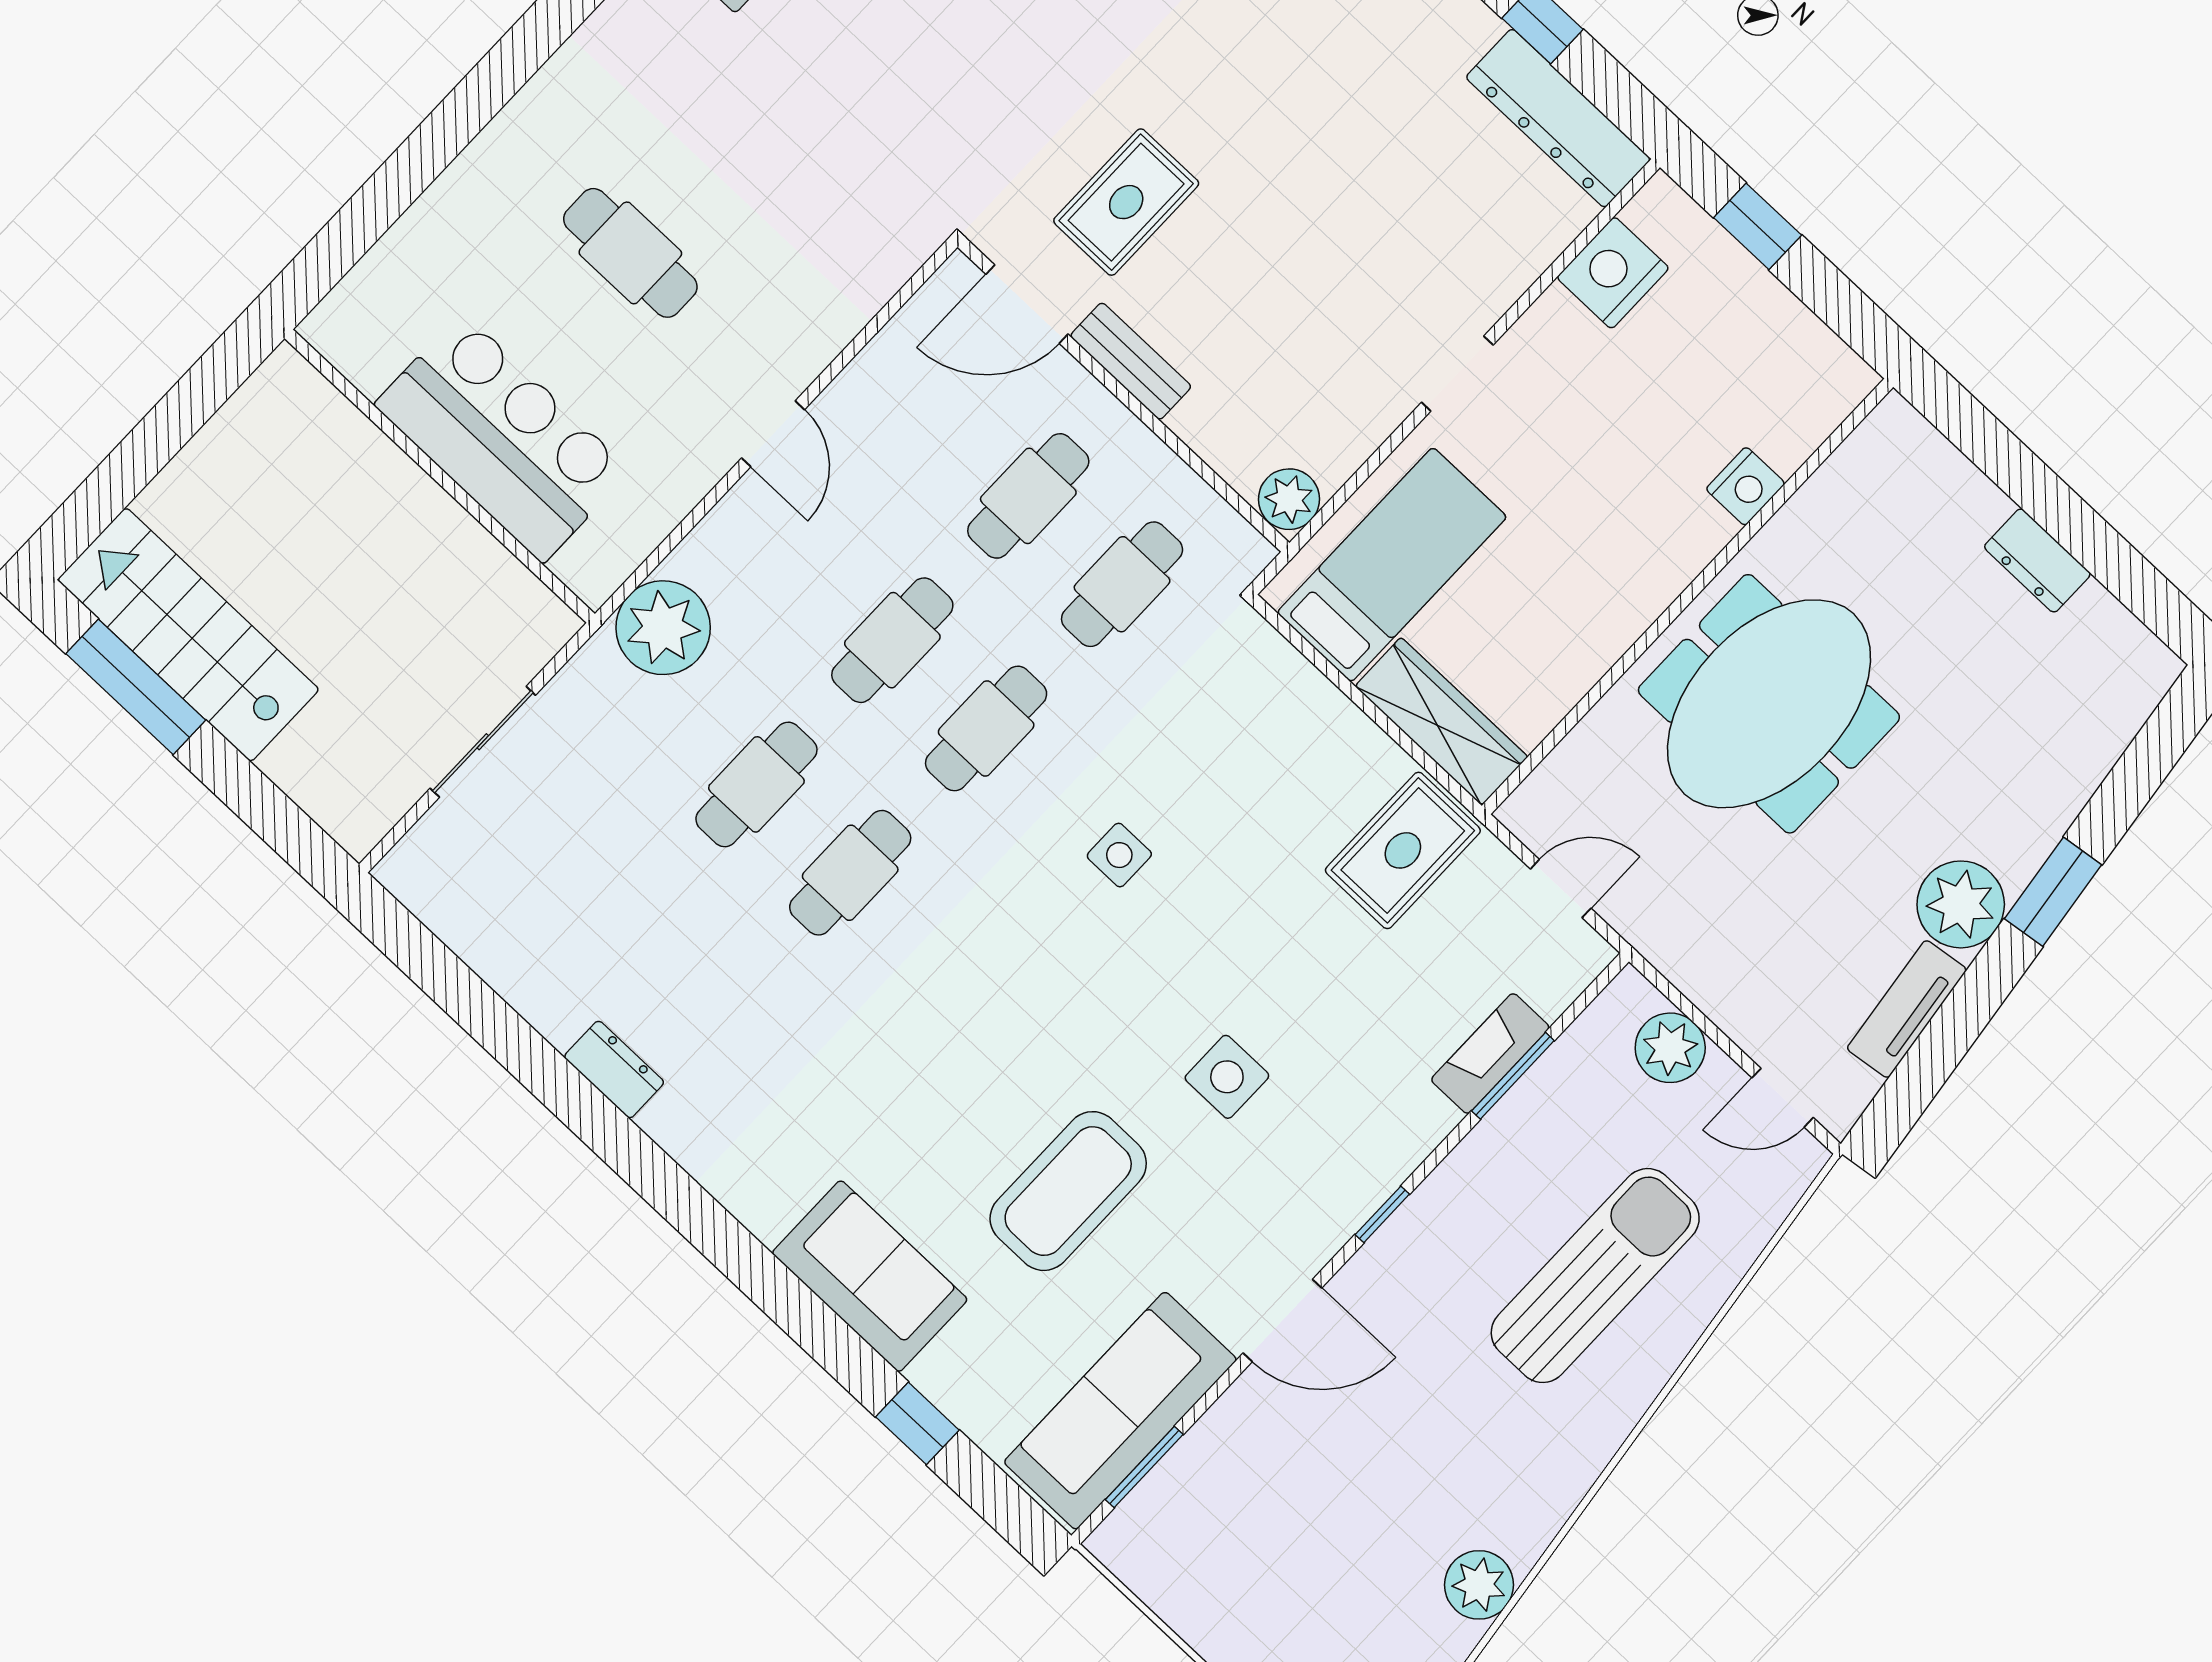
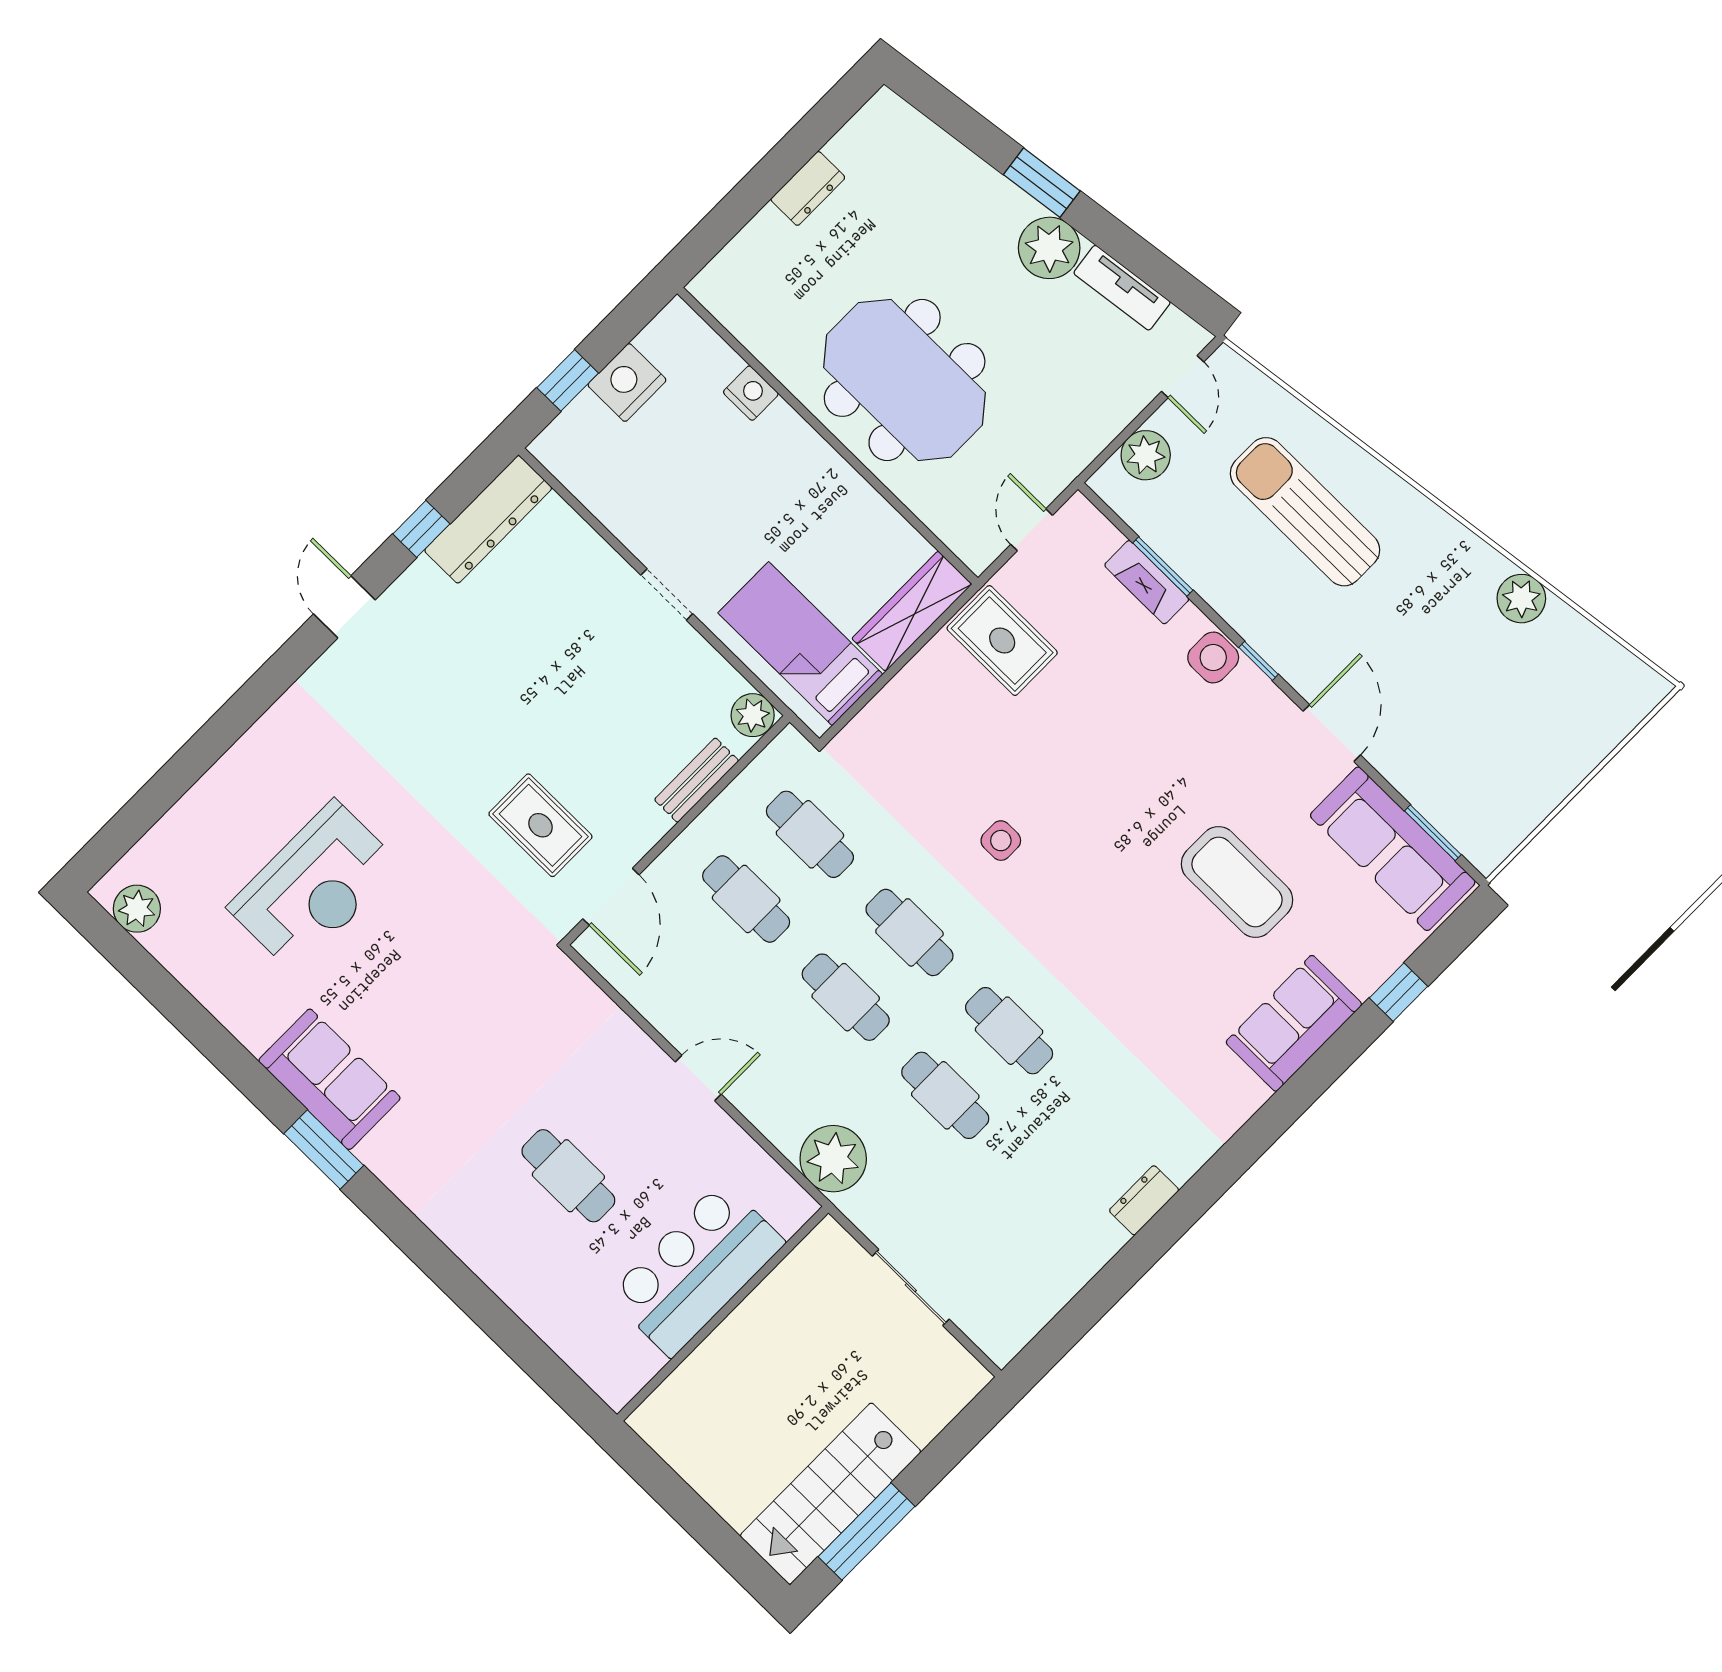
cafe table: (630, 253) -> (568, 1176), turned 90
nightstand: (1613, 273) -> (627, 382), moved, turned 90
bench: (1131, 361) -> (697, 780), moved
side table: (1227, 1077) -> (1213, 657), moved

